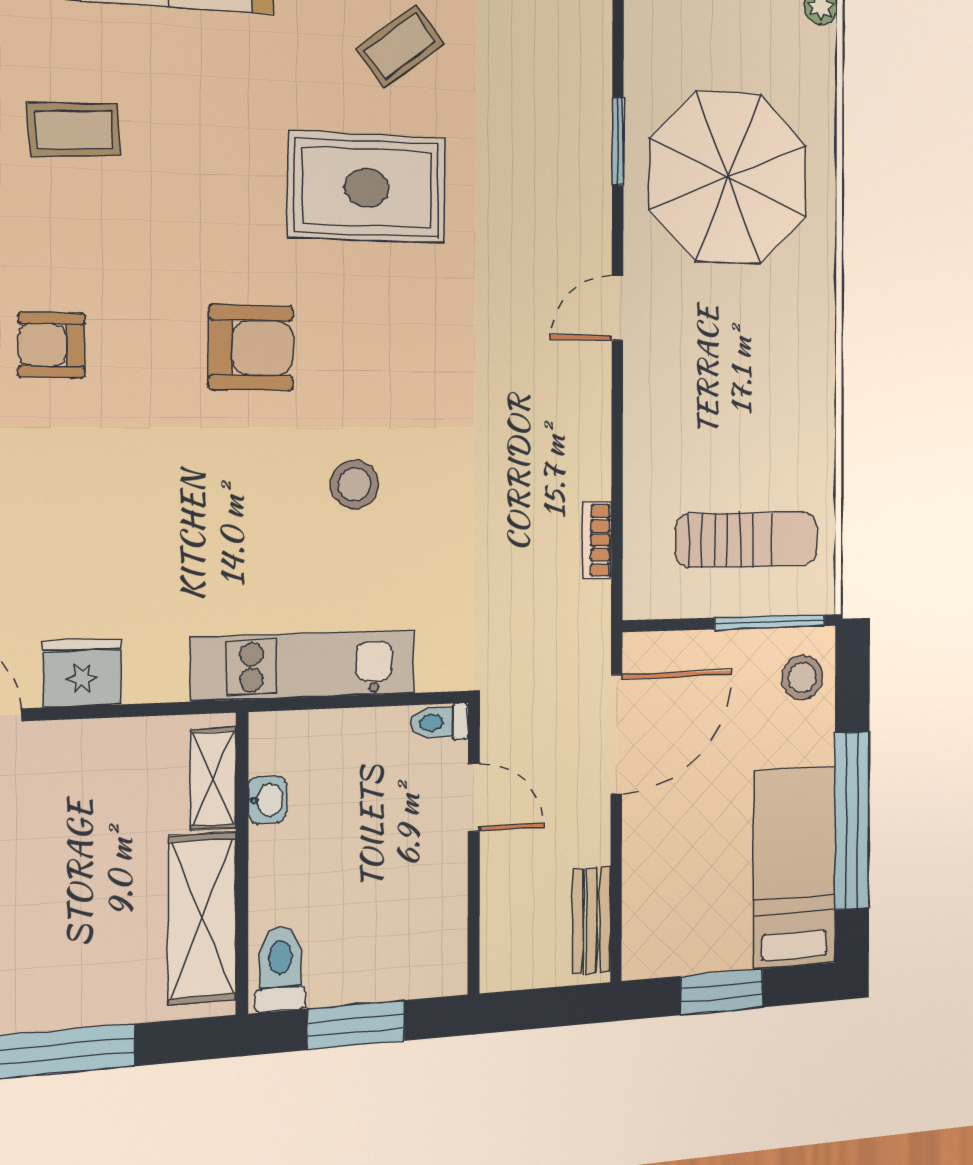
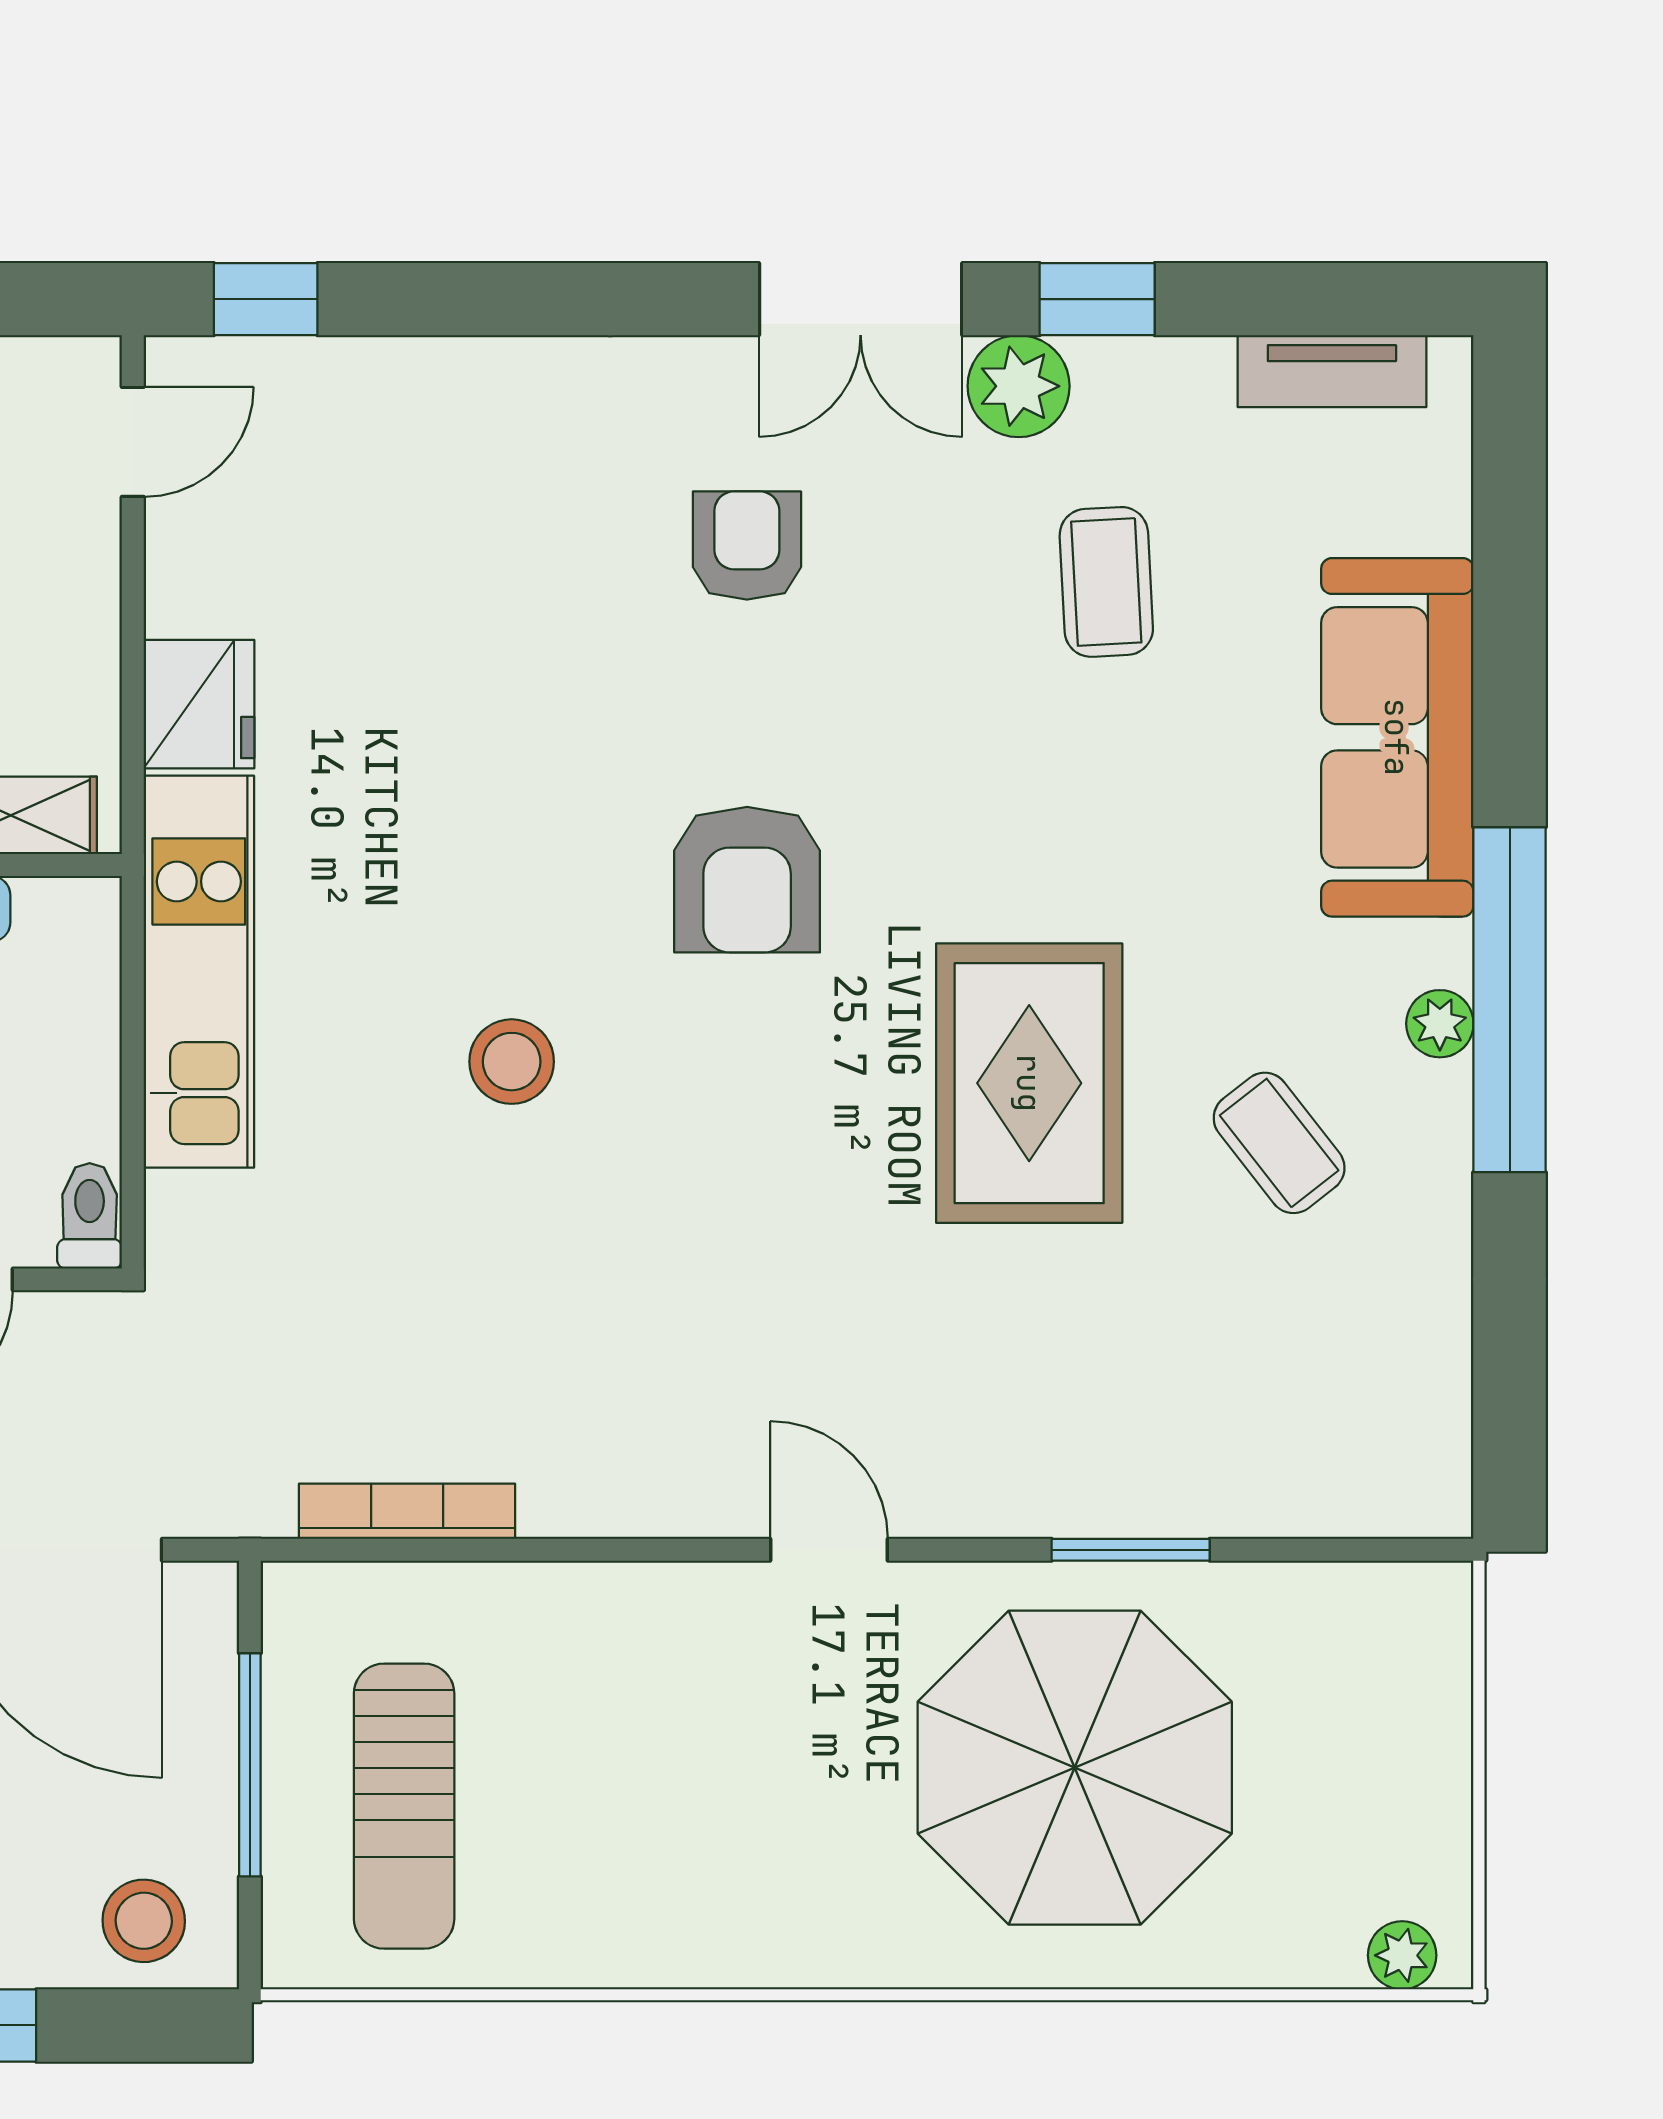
bookcase: (597, 540) -> (407, 1511), width x1.56
window: (770, 622) -> (250, 1765), moved
fridge: (82, 673) -> (199, 704), moved

